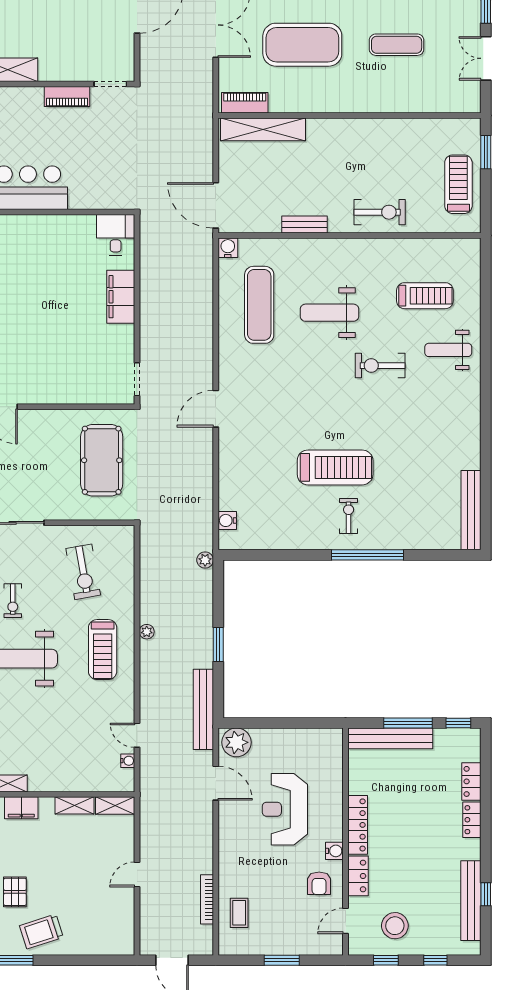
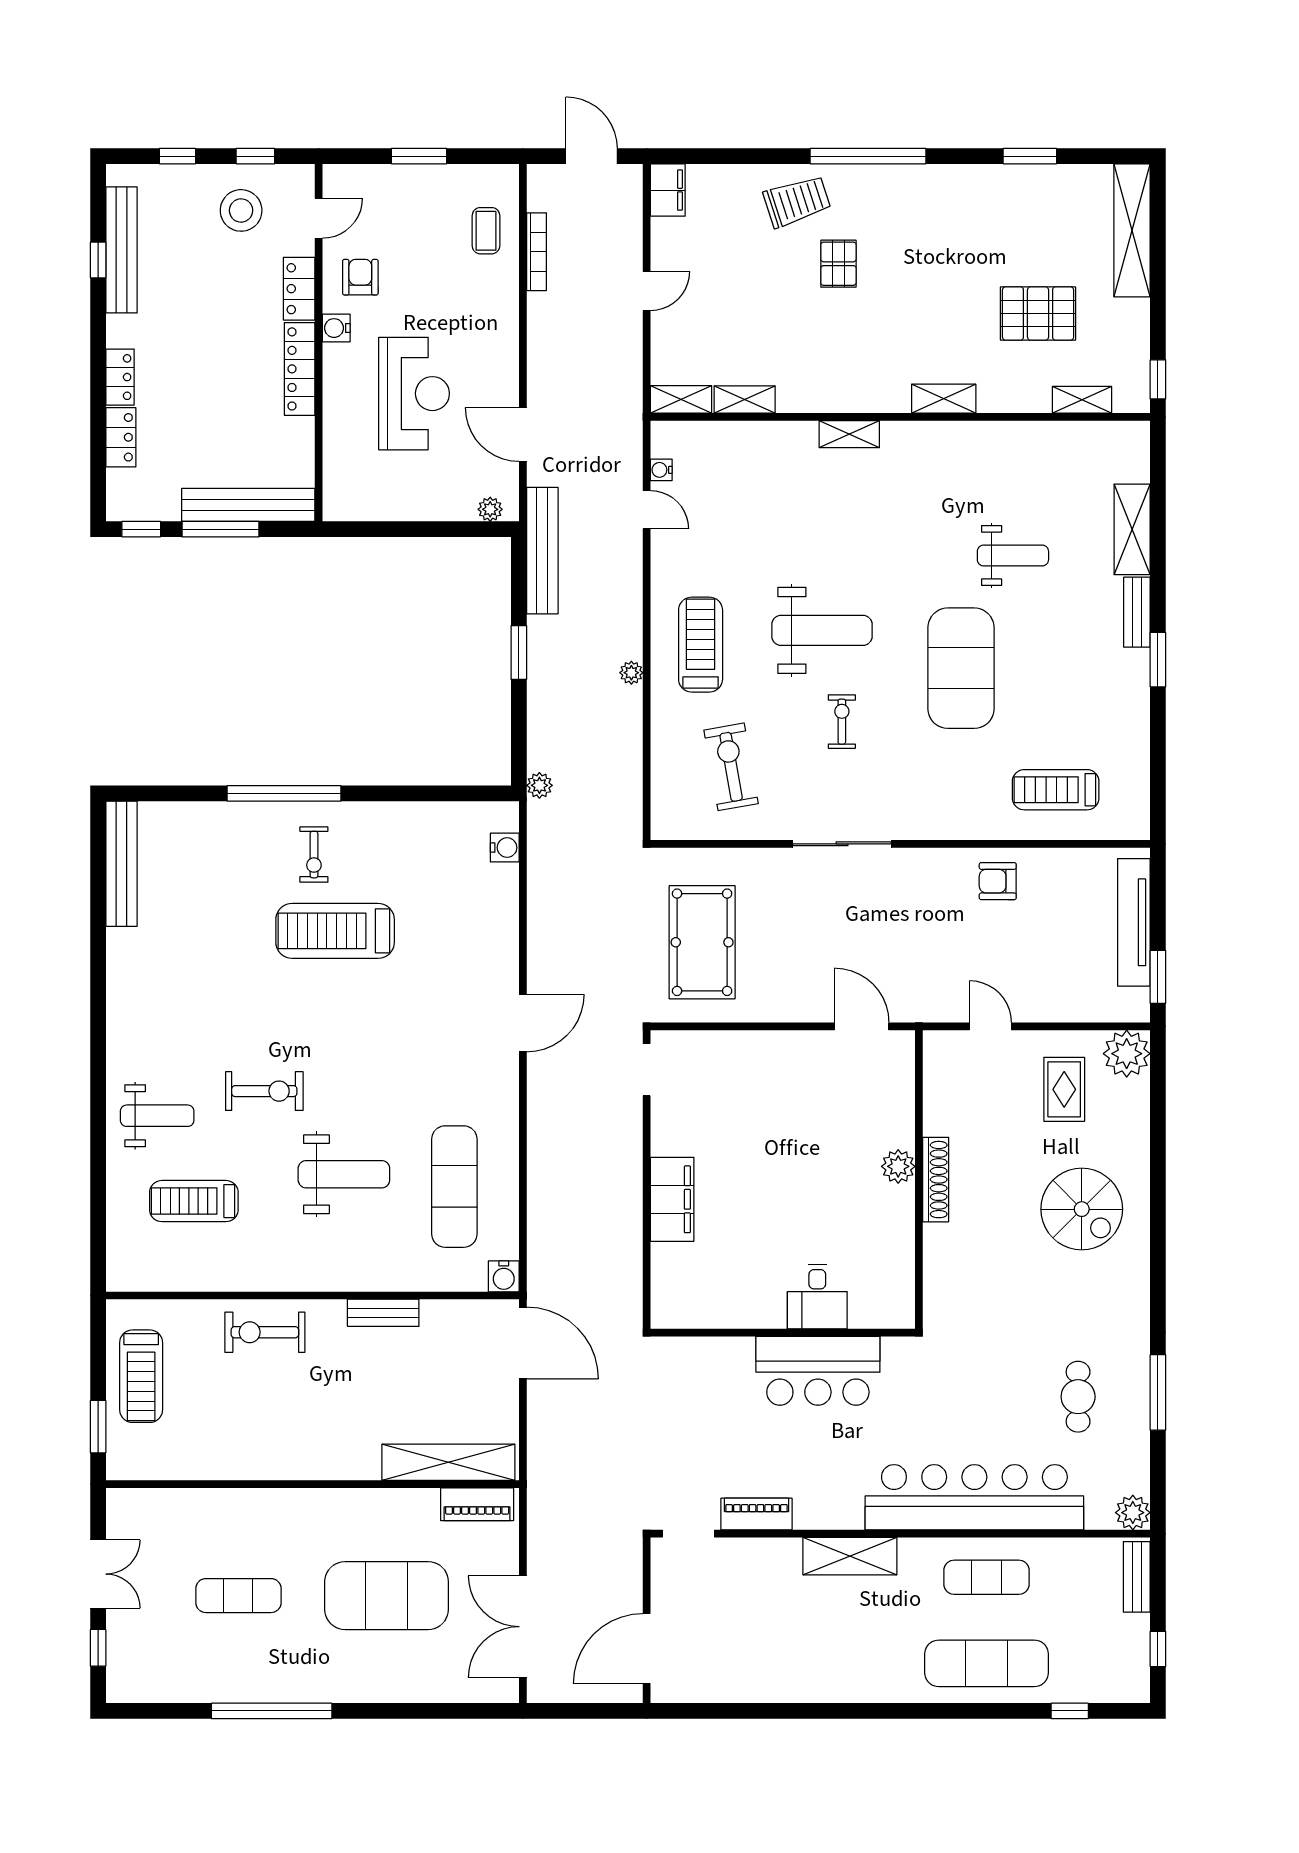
desk: (116, 235) -> (817, 1297), moved
plant: (236, 742) -> (490, 509), width x0.53, depth x0.53
filing cabinet: (21, 808) -> (668, 190), moved, turned 90

